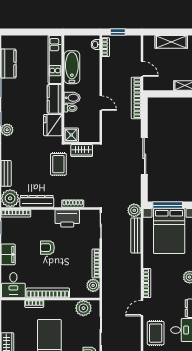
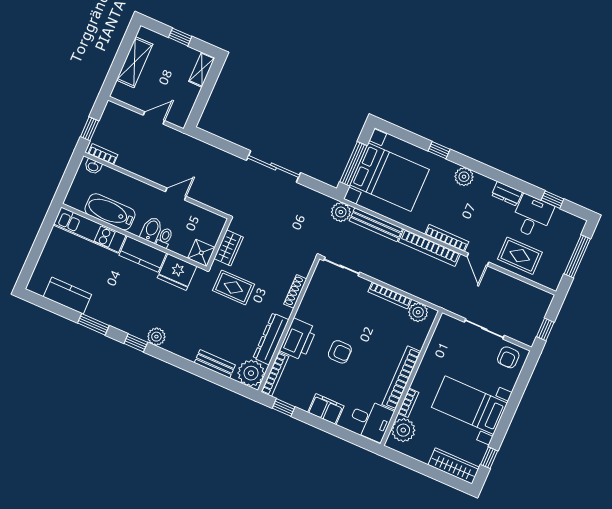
bookcase: (136, 98) -> (429, 248), moved
printer: (67, 218) -> (298, 339), moved
armchair: (47, 248) -> (340, 352), turned -90
plant: (83, 308) -> (403, 430), moved

